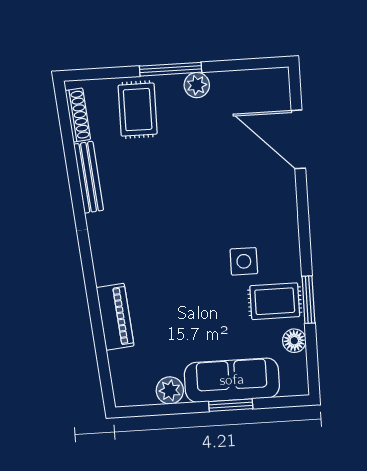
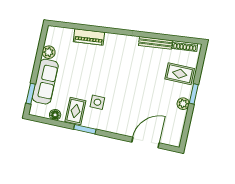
window: (171, 69) -> (194, 94), width x0.69
window: (308, 300) -> (85, 129), moved
window: (231, 405) -> (31, 94), moved

